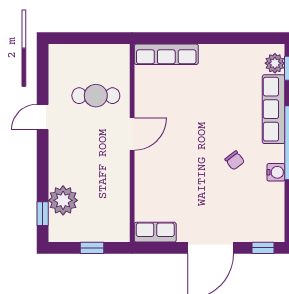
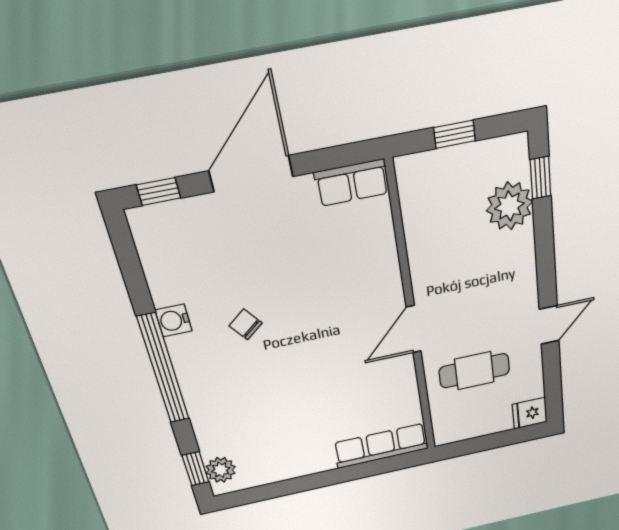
fridge: (60, 54) -> (530, 413), added
row of seats: (274, 109) -> (205, 410), removed

